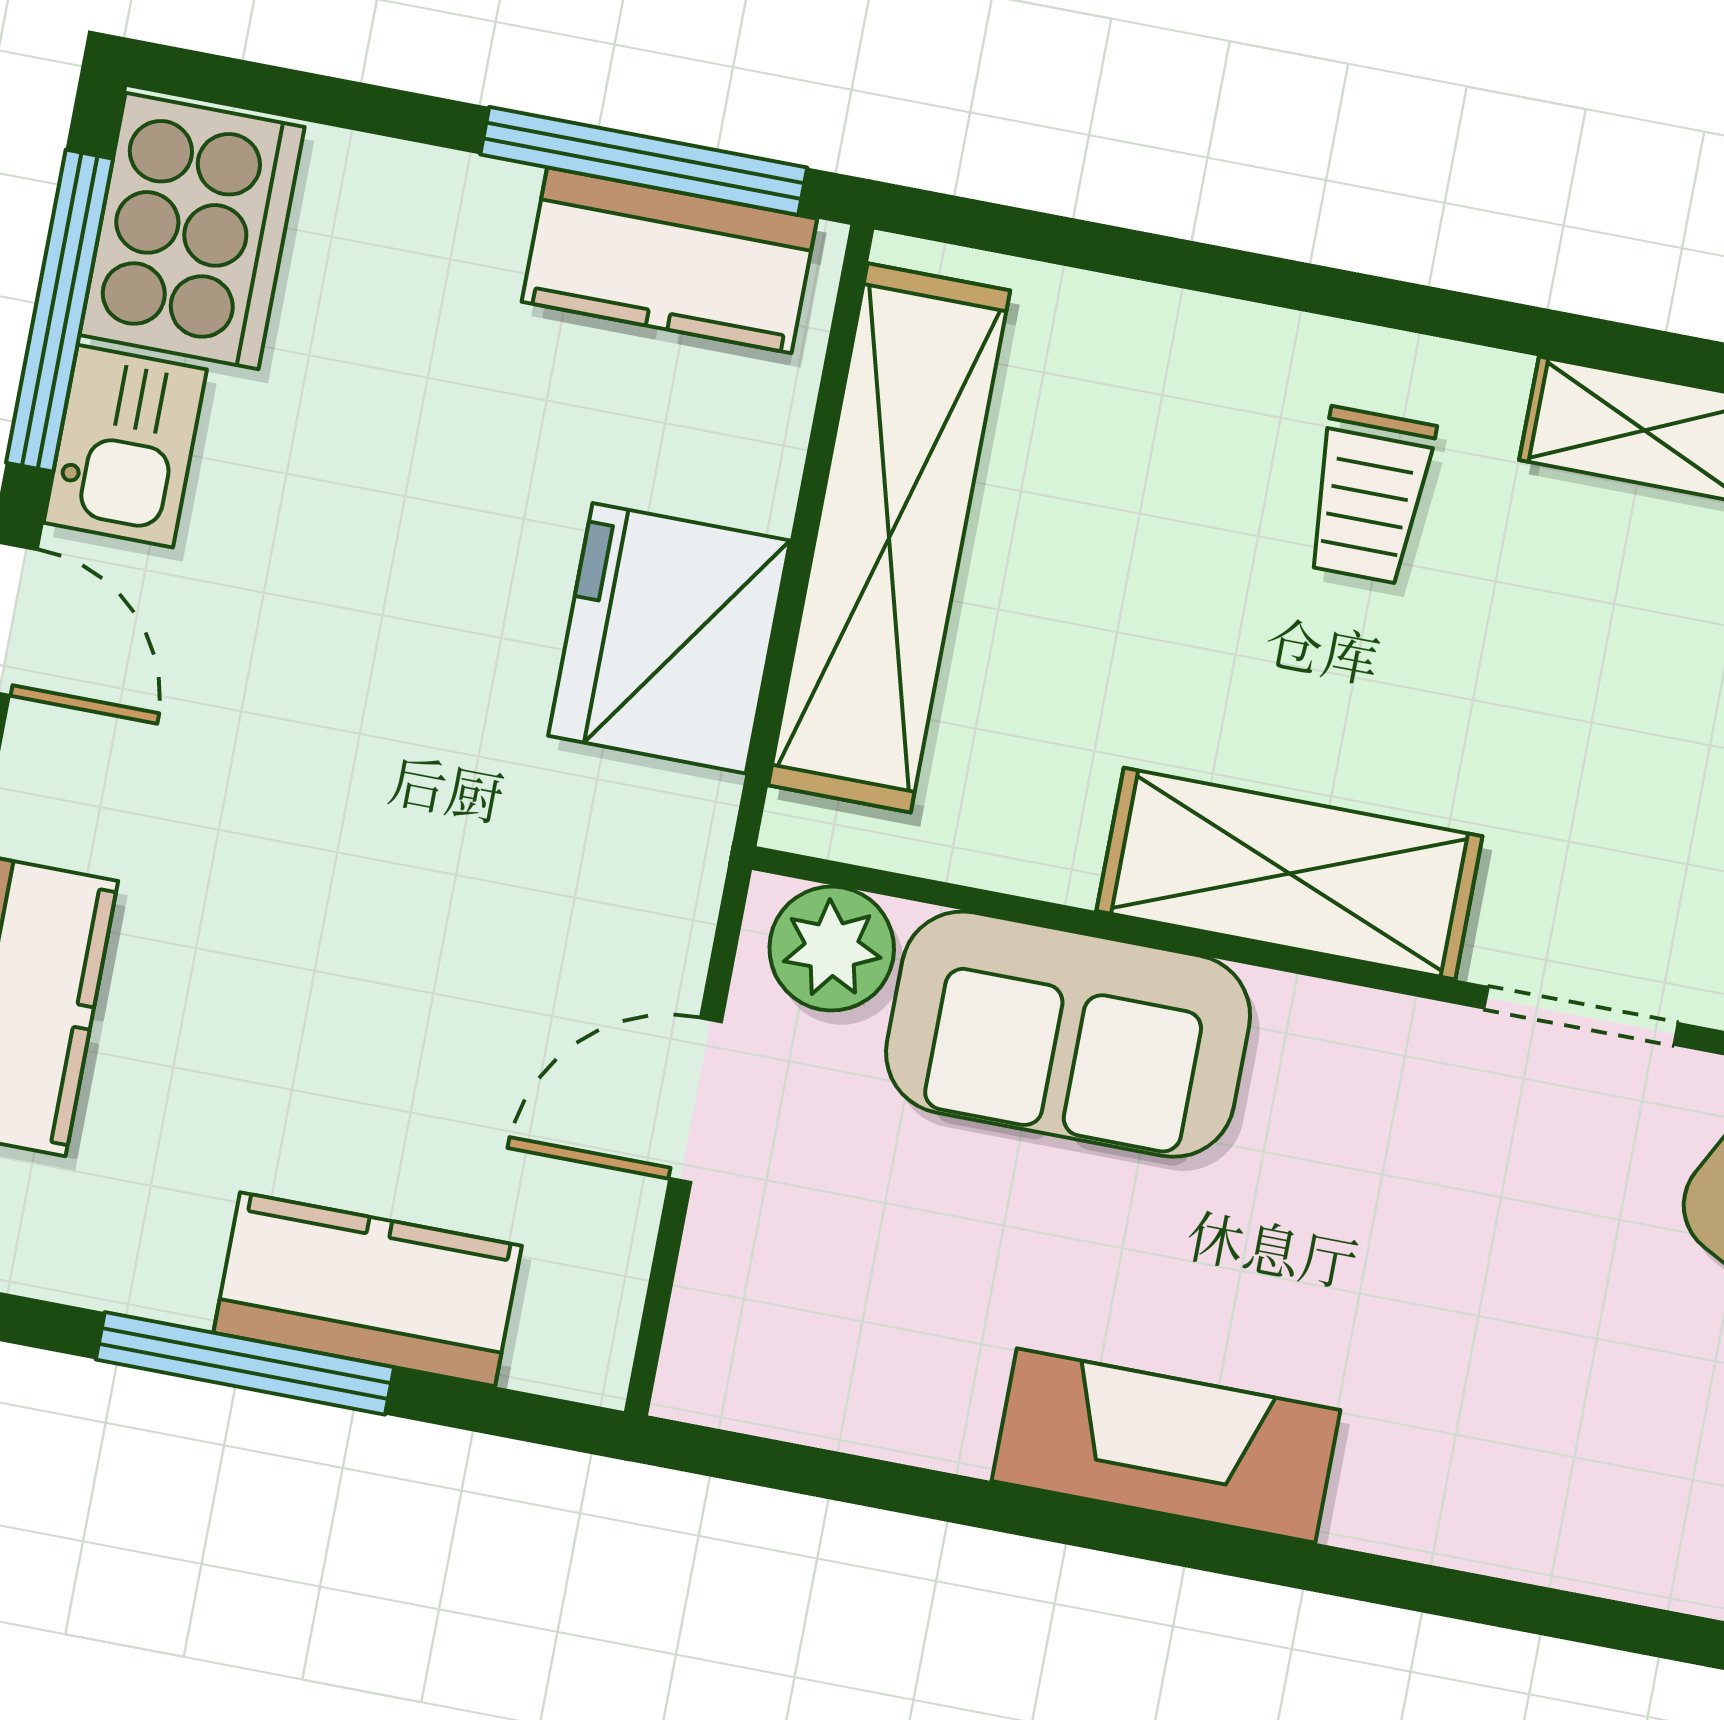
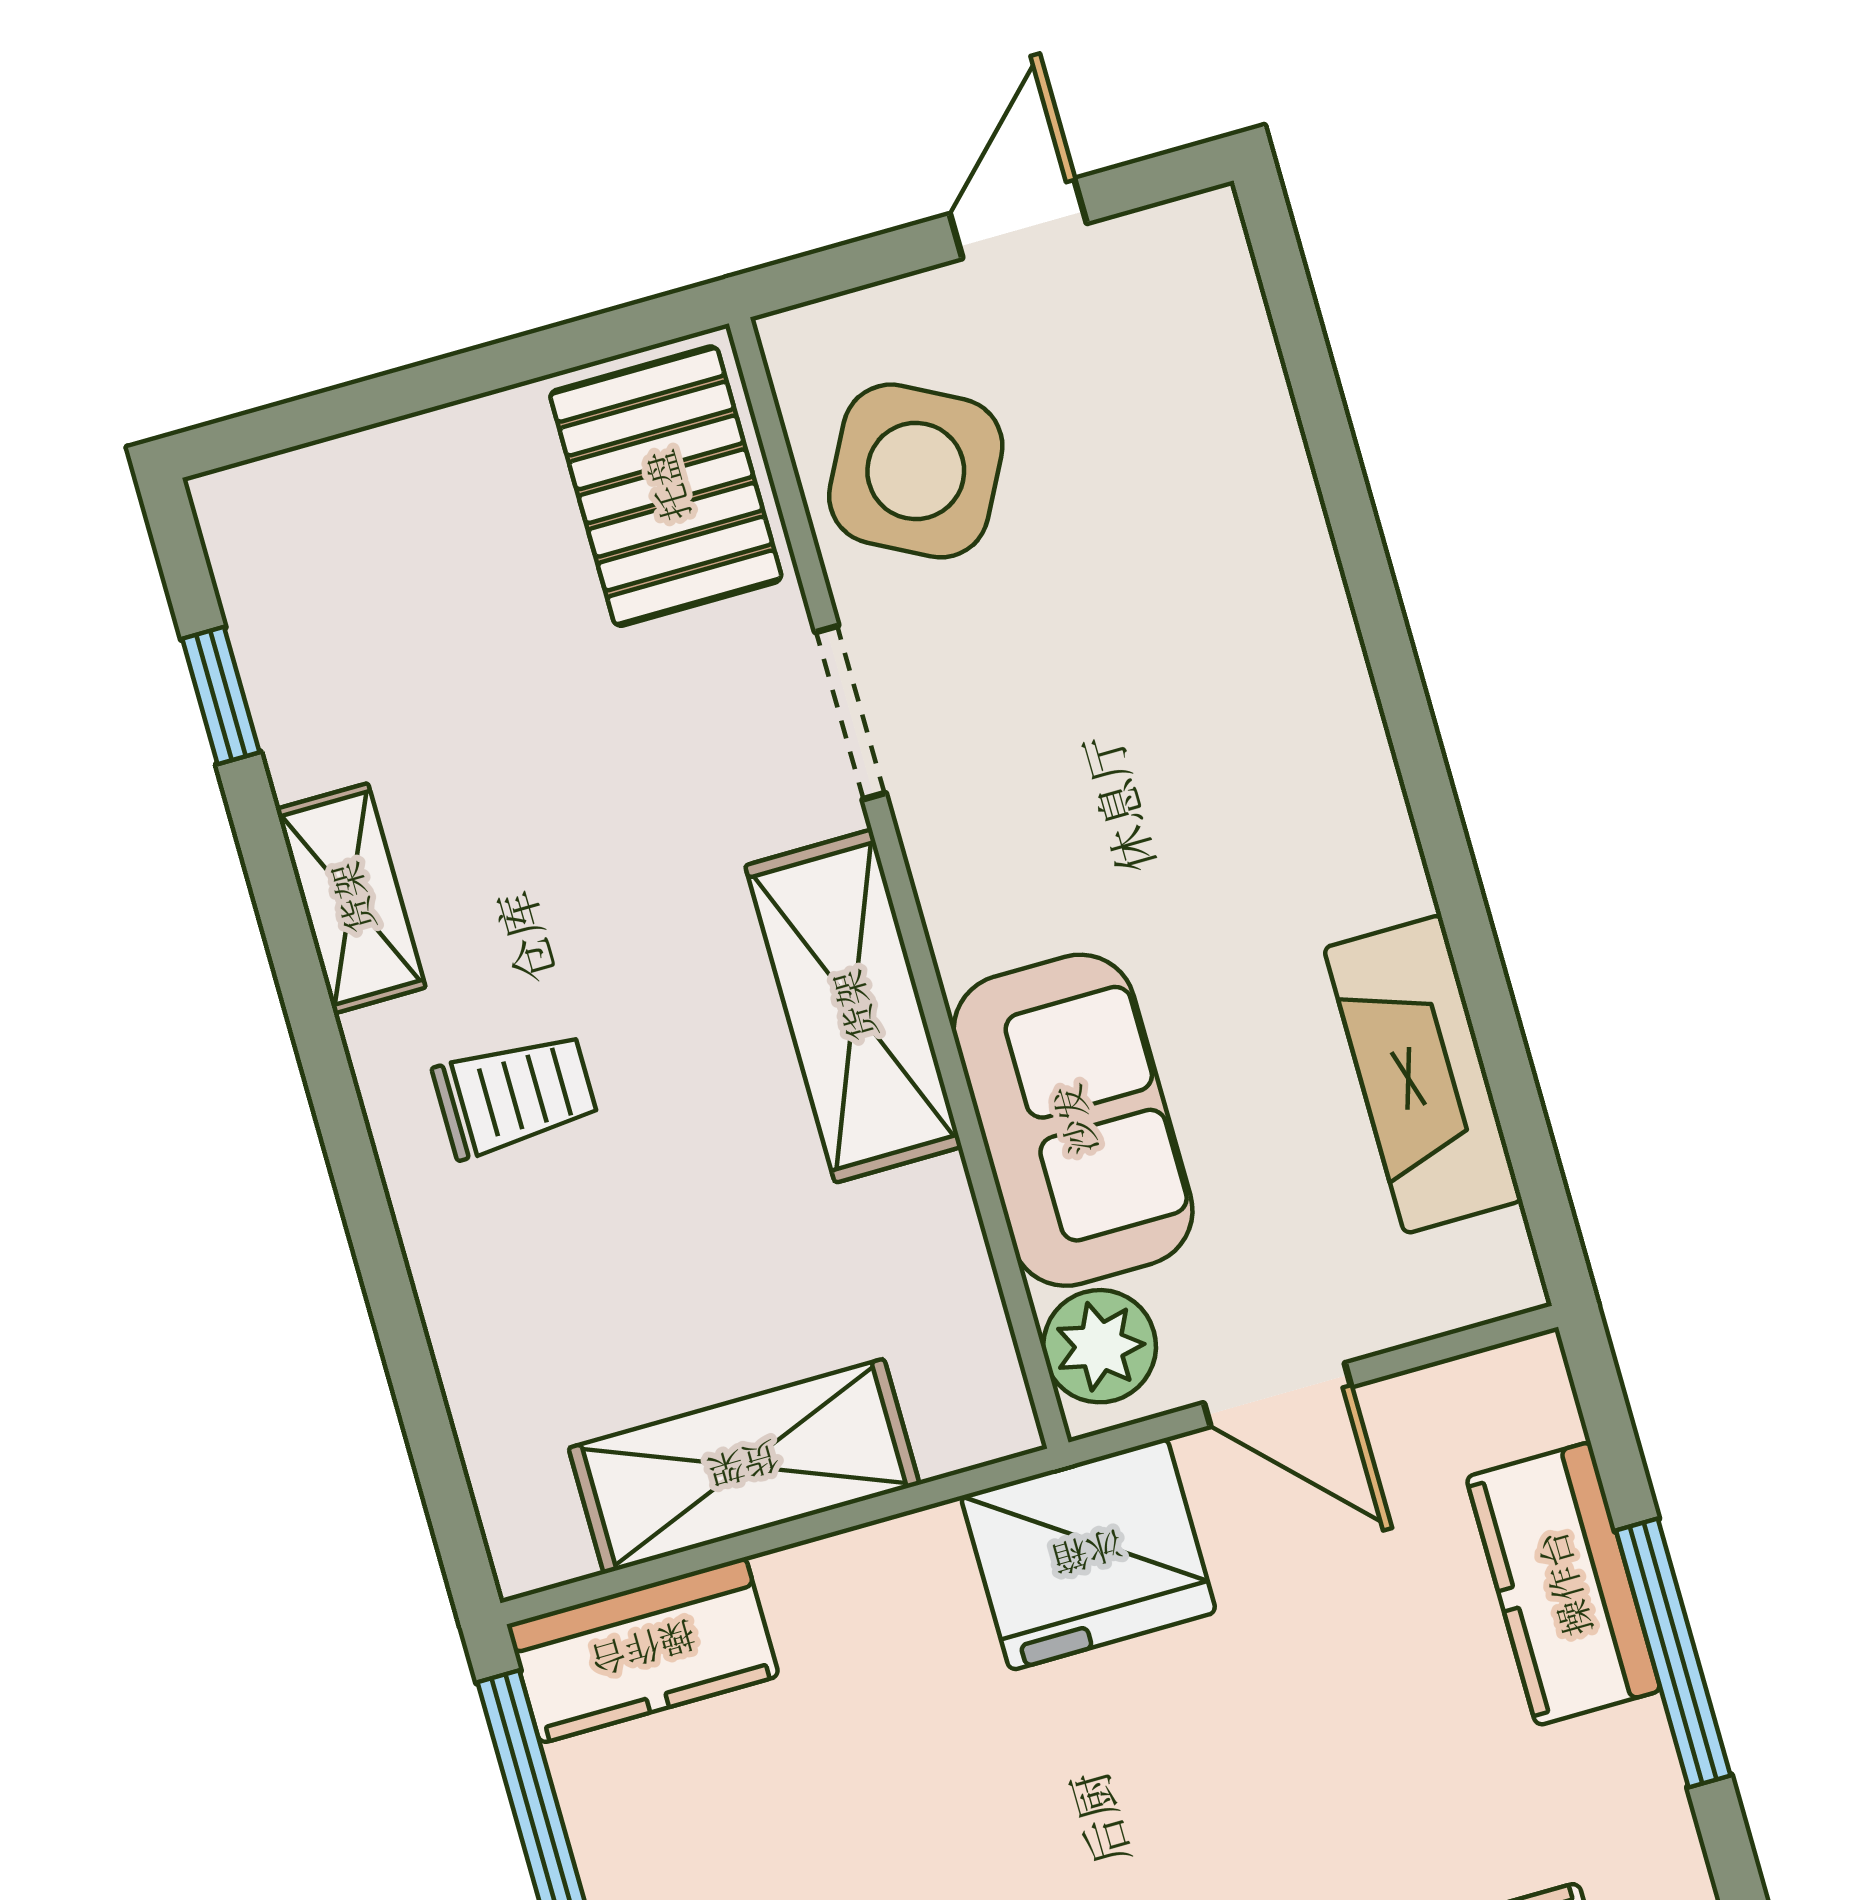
kitchen counter: (669, 260) -> (643, 1650), moved, turned 90
shelving: (889, 538) -> (744, 1466), width x0.68
fridge: (669, 638) -> (1088, 1554), moved
fireplace: (1166, 1446) -> (1423, 1074), moved

